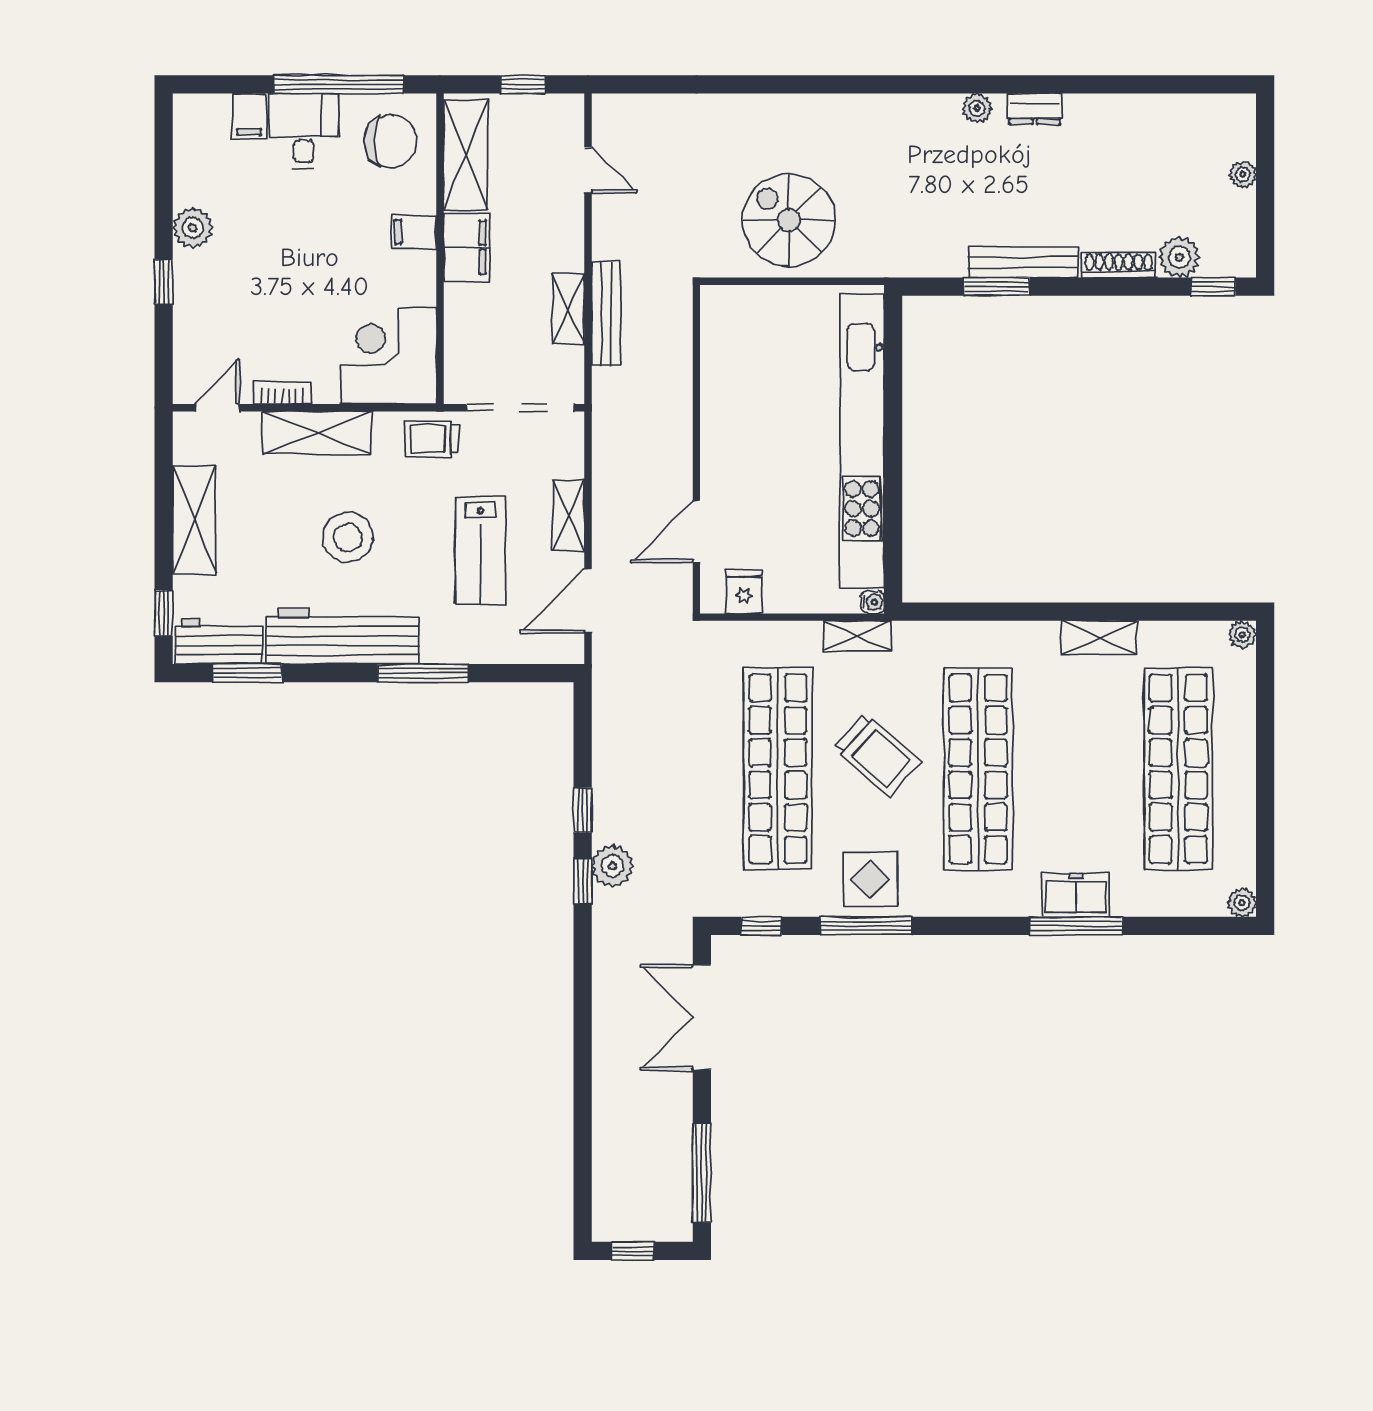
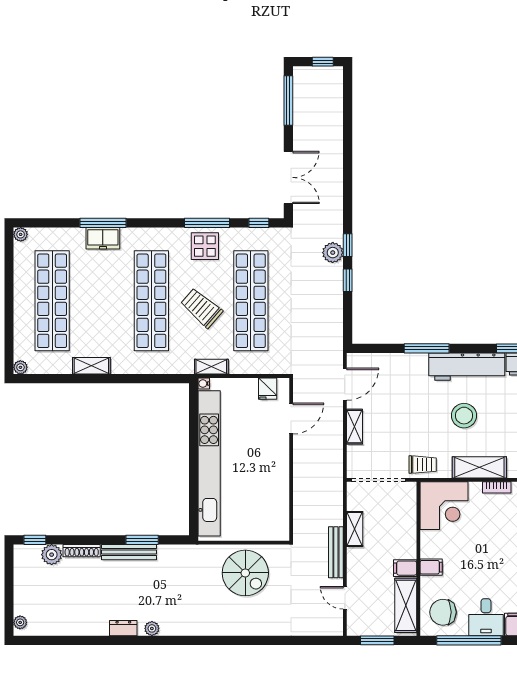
window: (523, 84) -> (377, 640), width x1.50
plant: (1243, 174) -> (20, 622), moved
filing cabinet: (467, 247) -> (405, 568), width x0.50
bench: (606, 314) -> (336, 552), moved
lab bench: (480, 551) -> (398, 409), removed

